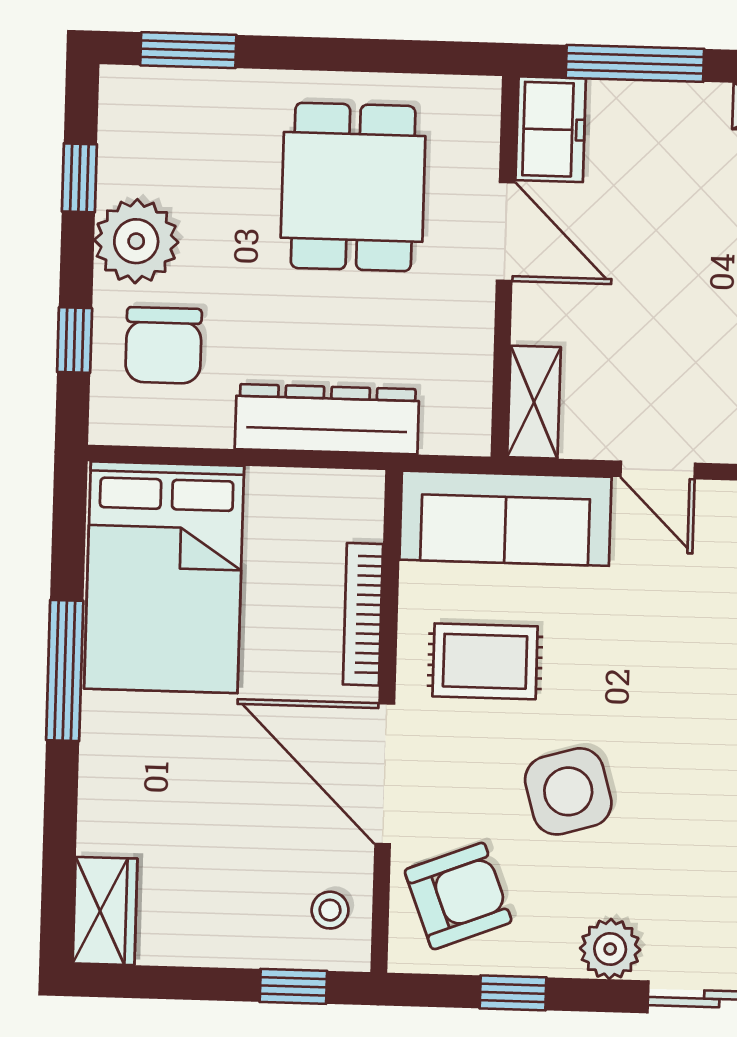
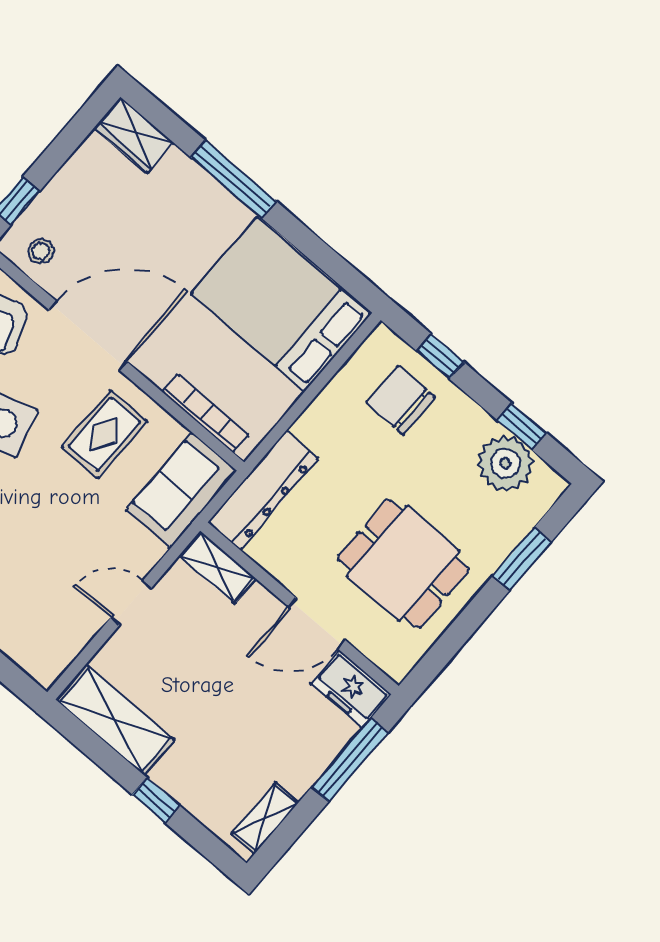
window: (188, 50) -> (522, 559), moved
plant: (136, 241) -> (505, 464), moved
dresser: (327, 419) -> (263, 490), moved
sofa: (505, 518) -> (182, 490), width x0.73
bookcase: (363, 614) -> (205, 413), moved
window: (65, 670) -> (233, 179), moved

